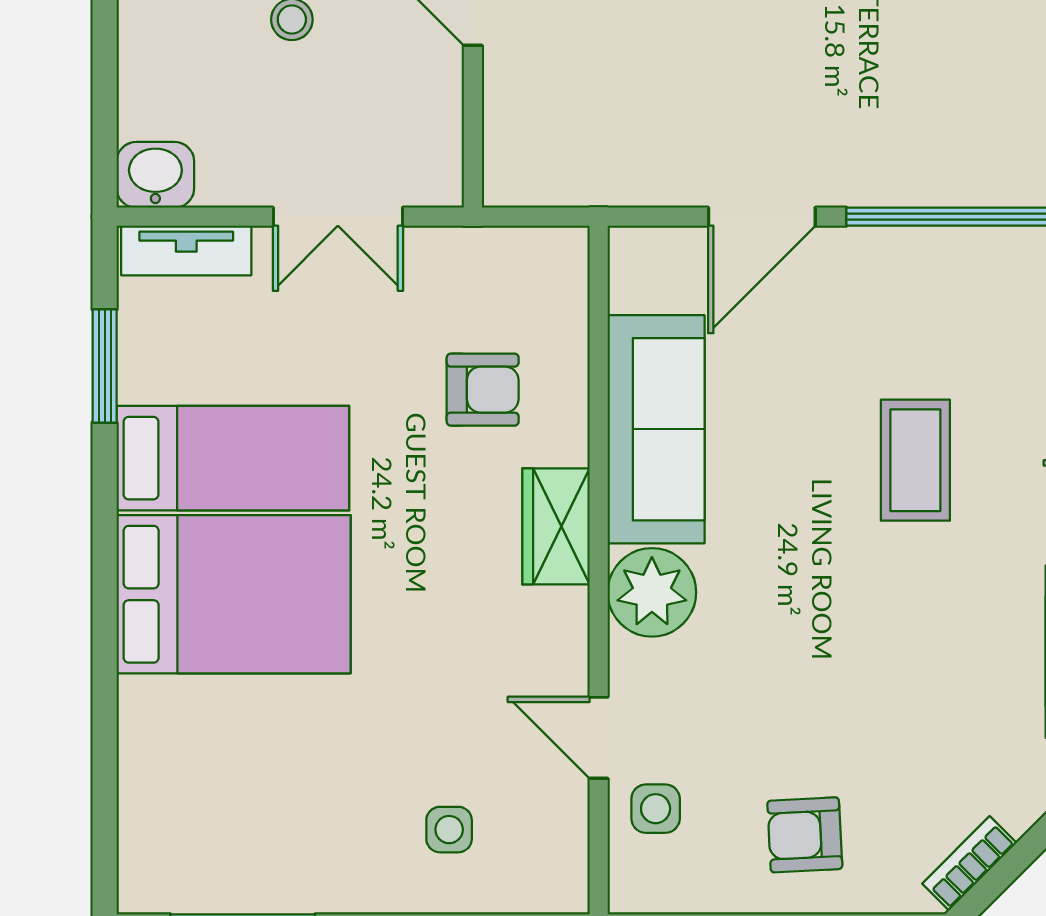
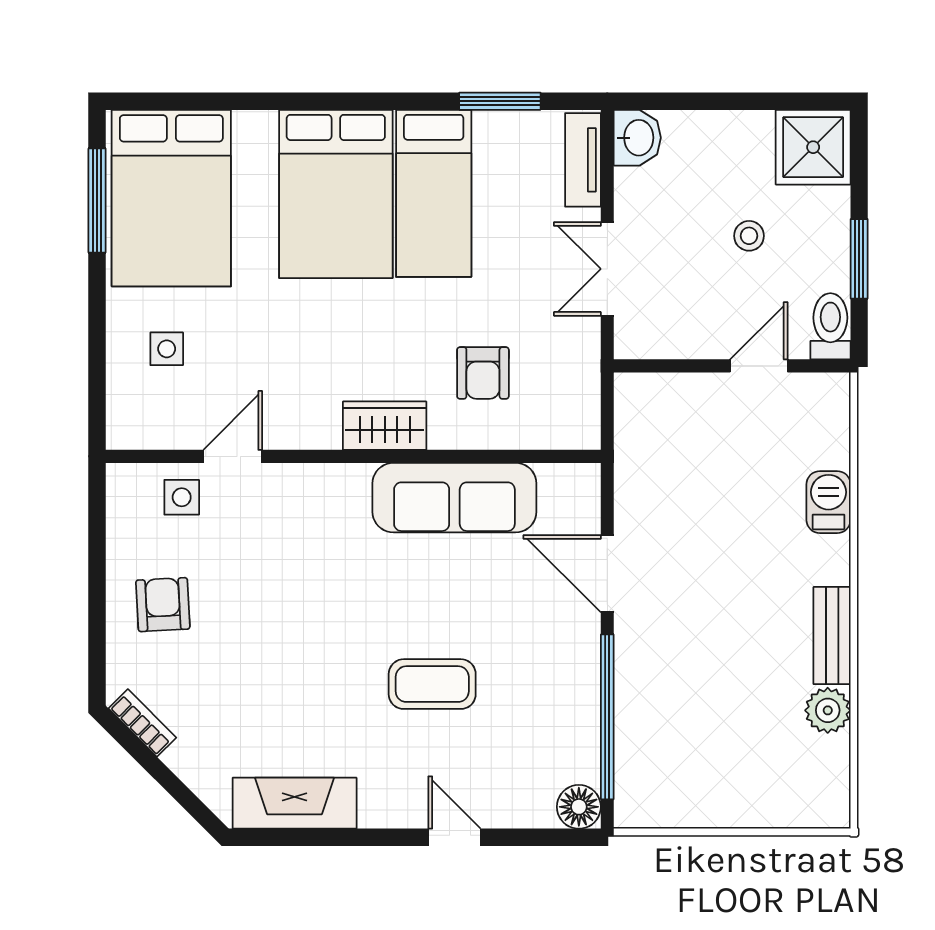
plant: (652, 592) -> (337, 495), removed
bed: (239, 823) -> (171, 198), added

